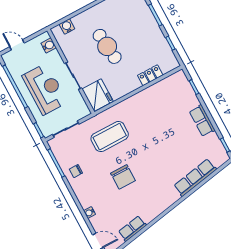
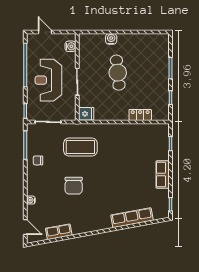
water cooler: (67, 26) -> (111, 39), moved
reception desk: (45, 89) -> (48, 80), turned 180
fridge: (98, 95) -> (86, 114), width x0.53, depth x0.75

